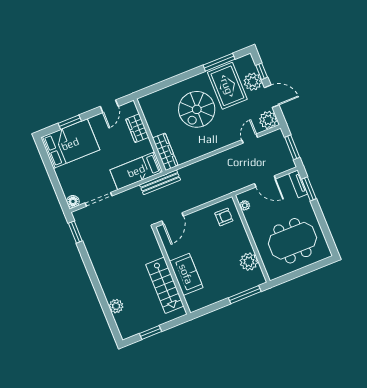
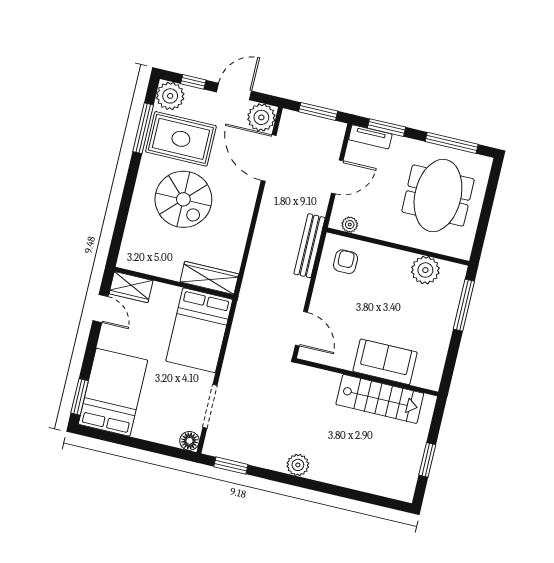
plant: (253, 82) -> (170, 96), moved
window: (70, 122) -> (80, 397), moved
wardrobe: (137, 128) -> (131, 287), moved
door: (250, 139) -> (269, 158), width x1.87
bed: (136, 171) -> (199, 330), width x1.50
bench: (160, 182) -> (310, 246), moved
window: (325, 228) -> (452, 143), added
plant: (116, 306) -> (298, 465), moved

